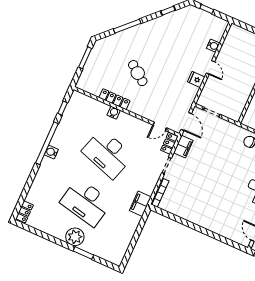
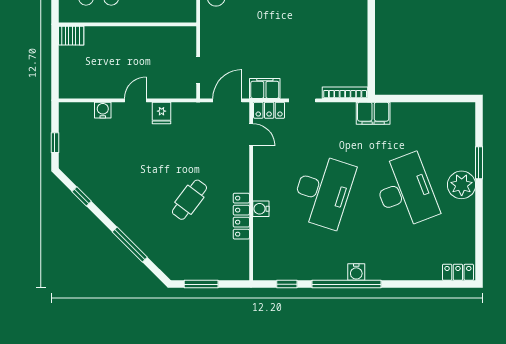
desk: (86, 202) -> (405, 191), turned -33

